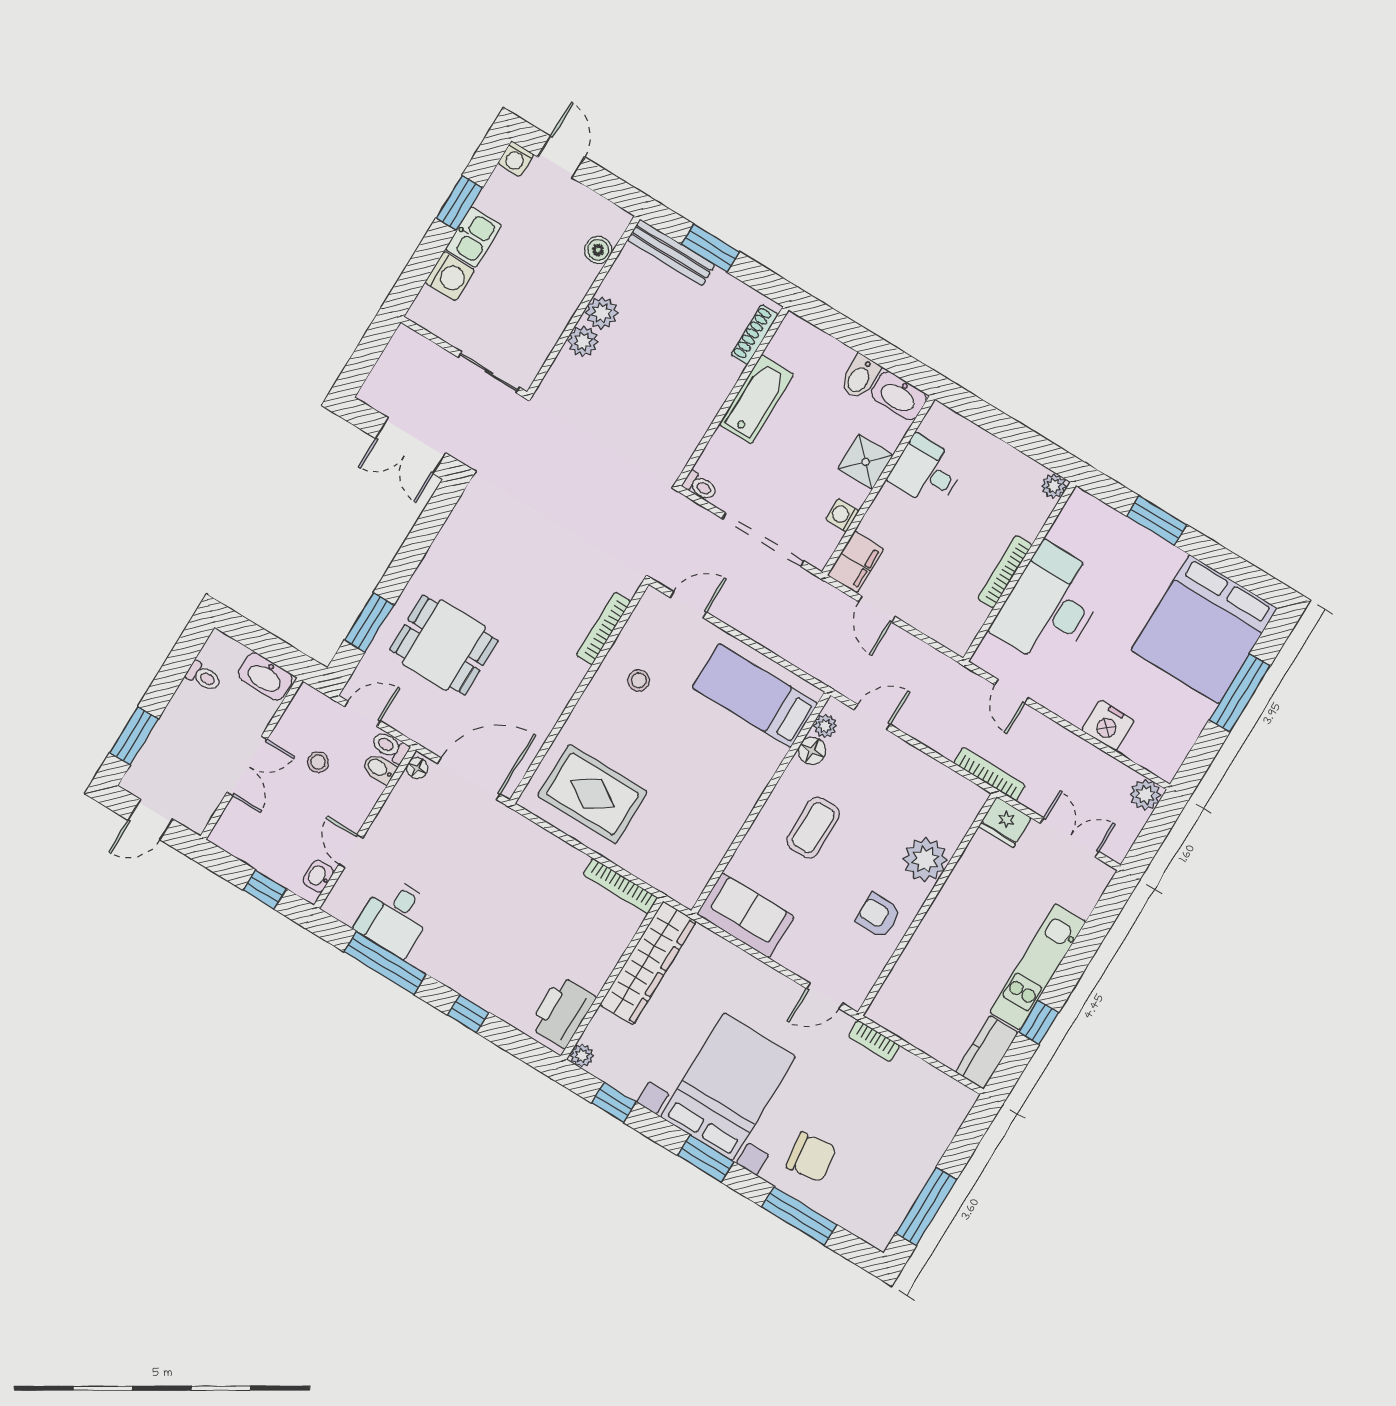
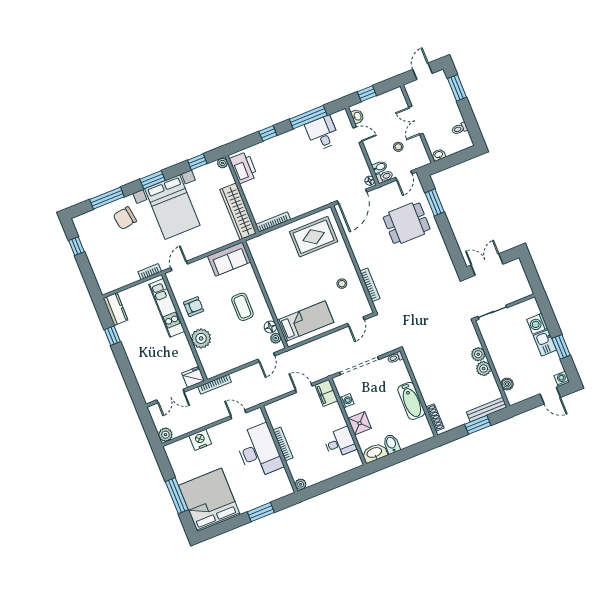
washbasin: (265, 676) -> (439, 155), width x0.52, depth x0.69
kitchen unit: (1038, 967) -> (167, 308), moved, turned 180
window: (926, 1206) -> (76, 246), width x0.46

